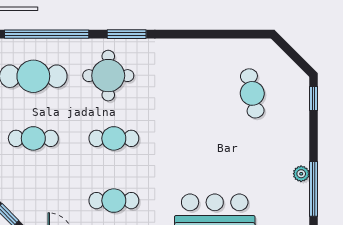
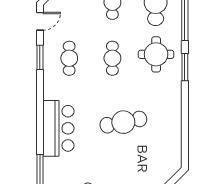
cafe table: (252, 93) -> (123, 122), moved, width x1.37, depth x1.35

